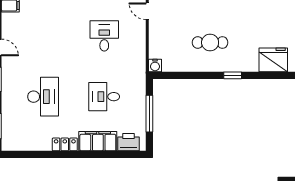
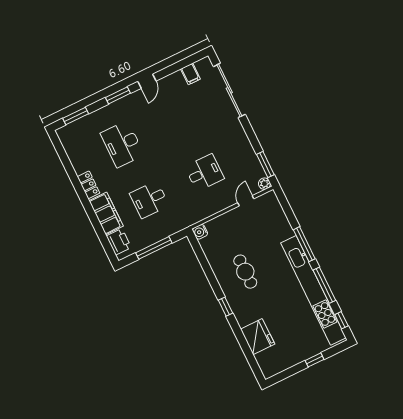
desk: (43, 97) -> (122, 144), turned 90
desk: (104, 97) -> (149, 200), turned -90

